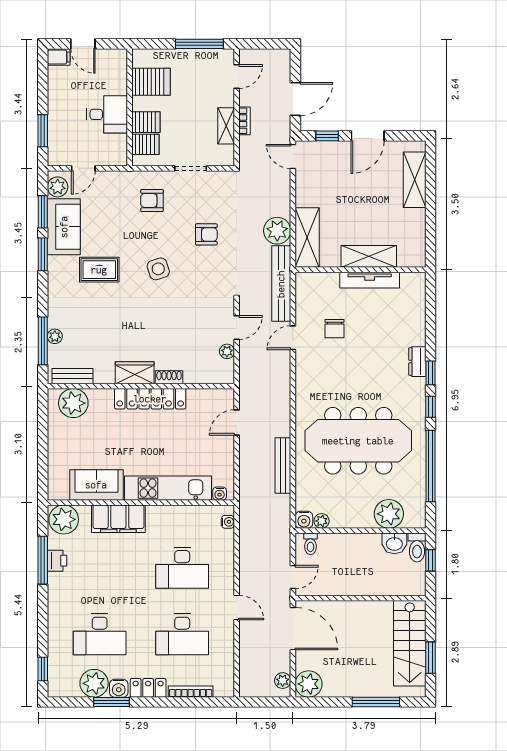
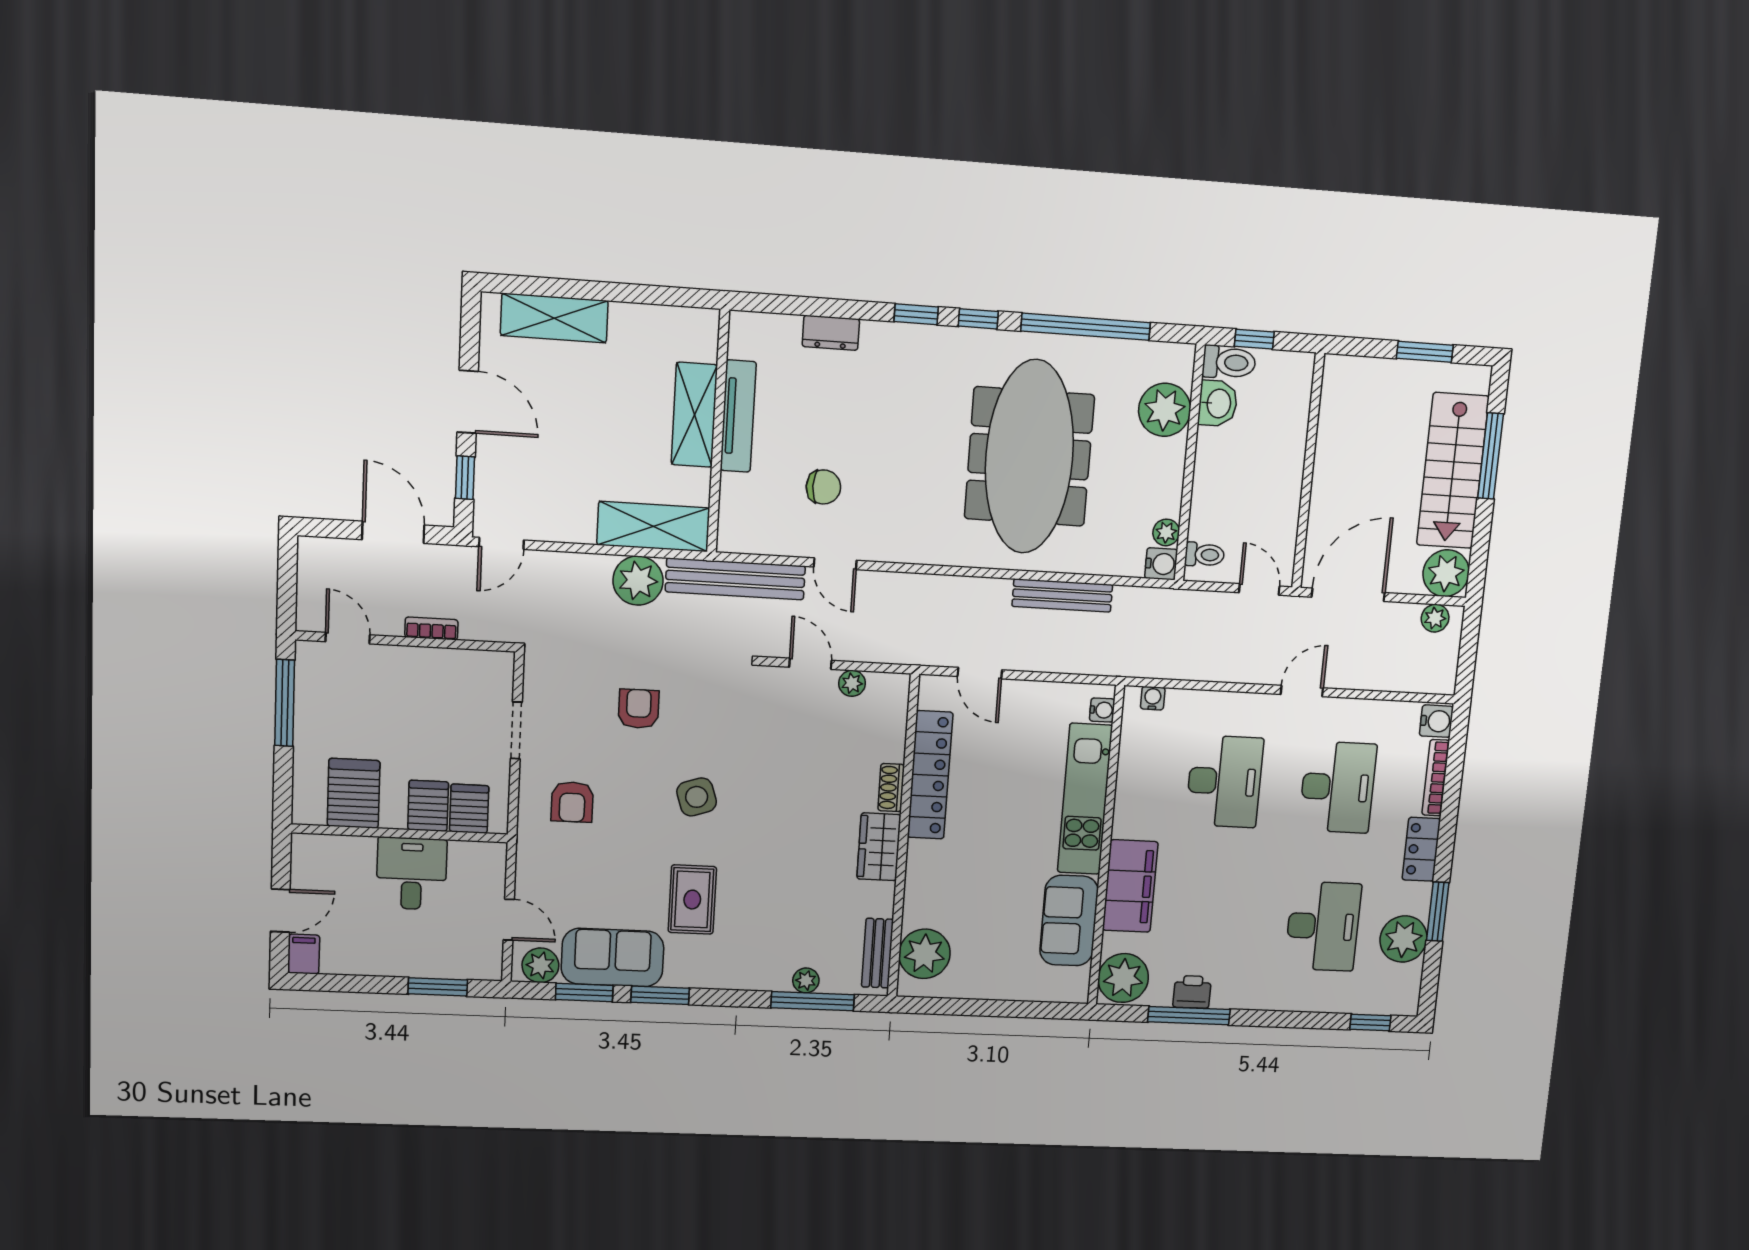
shelving: (226, 126) -> (440, 662), removed
dresser: (417, 362) -> (831, 333), moved
locker: (150, 399) -> (930, 775), moved
stairs: (410, 643) -> (1453, 471), moved, turned 90
water cooler: (119, 688) -> (1436, 721), moved

